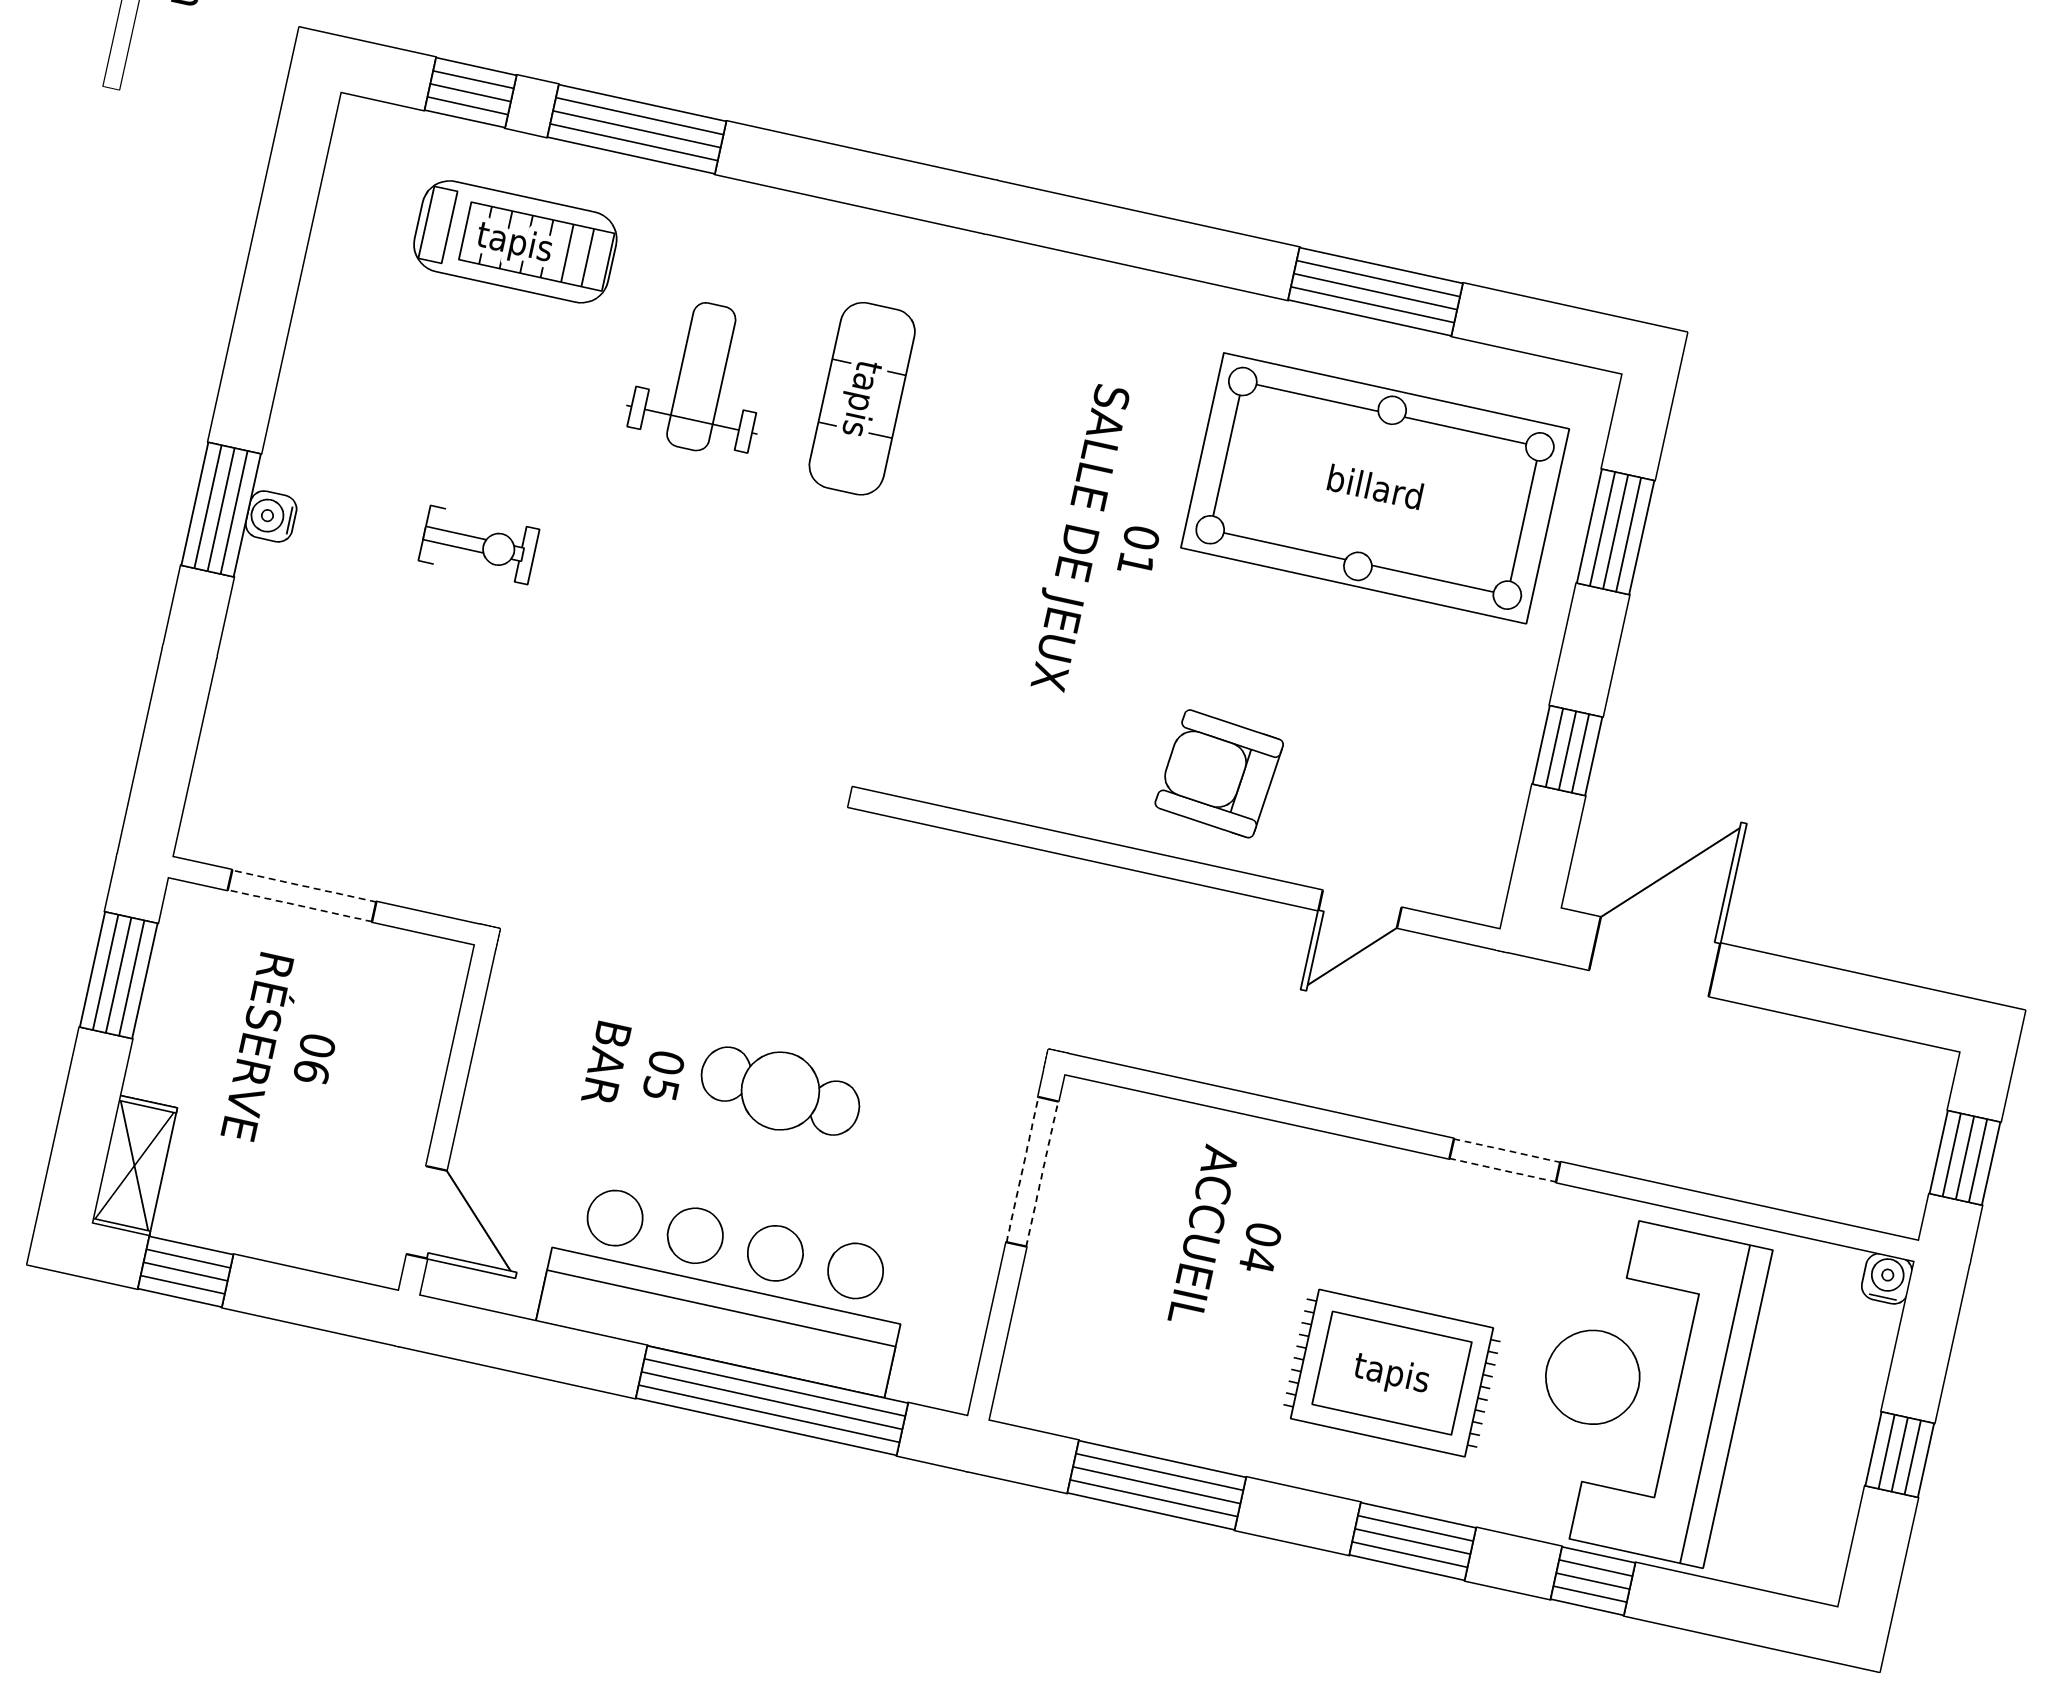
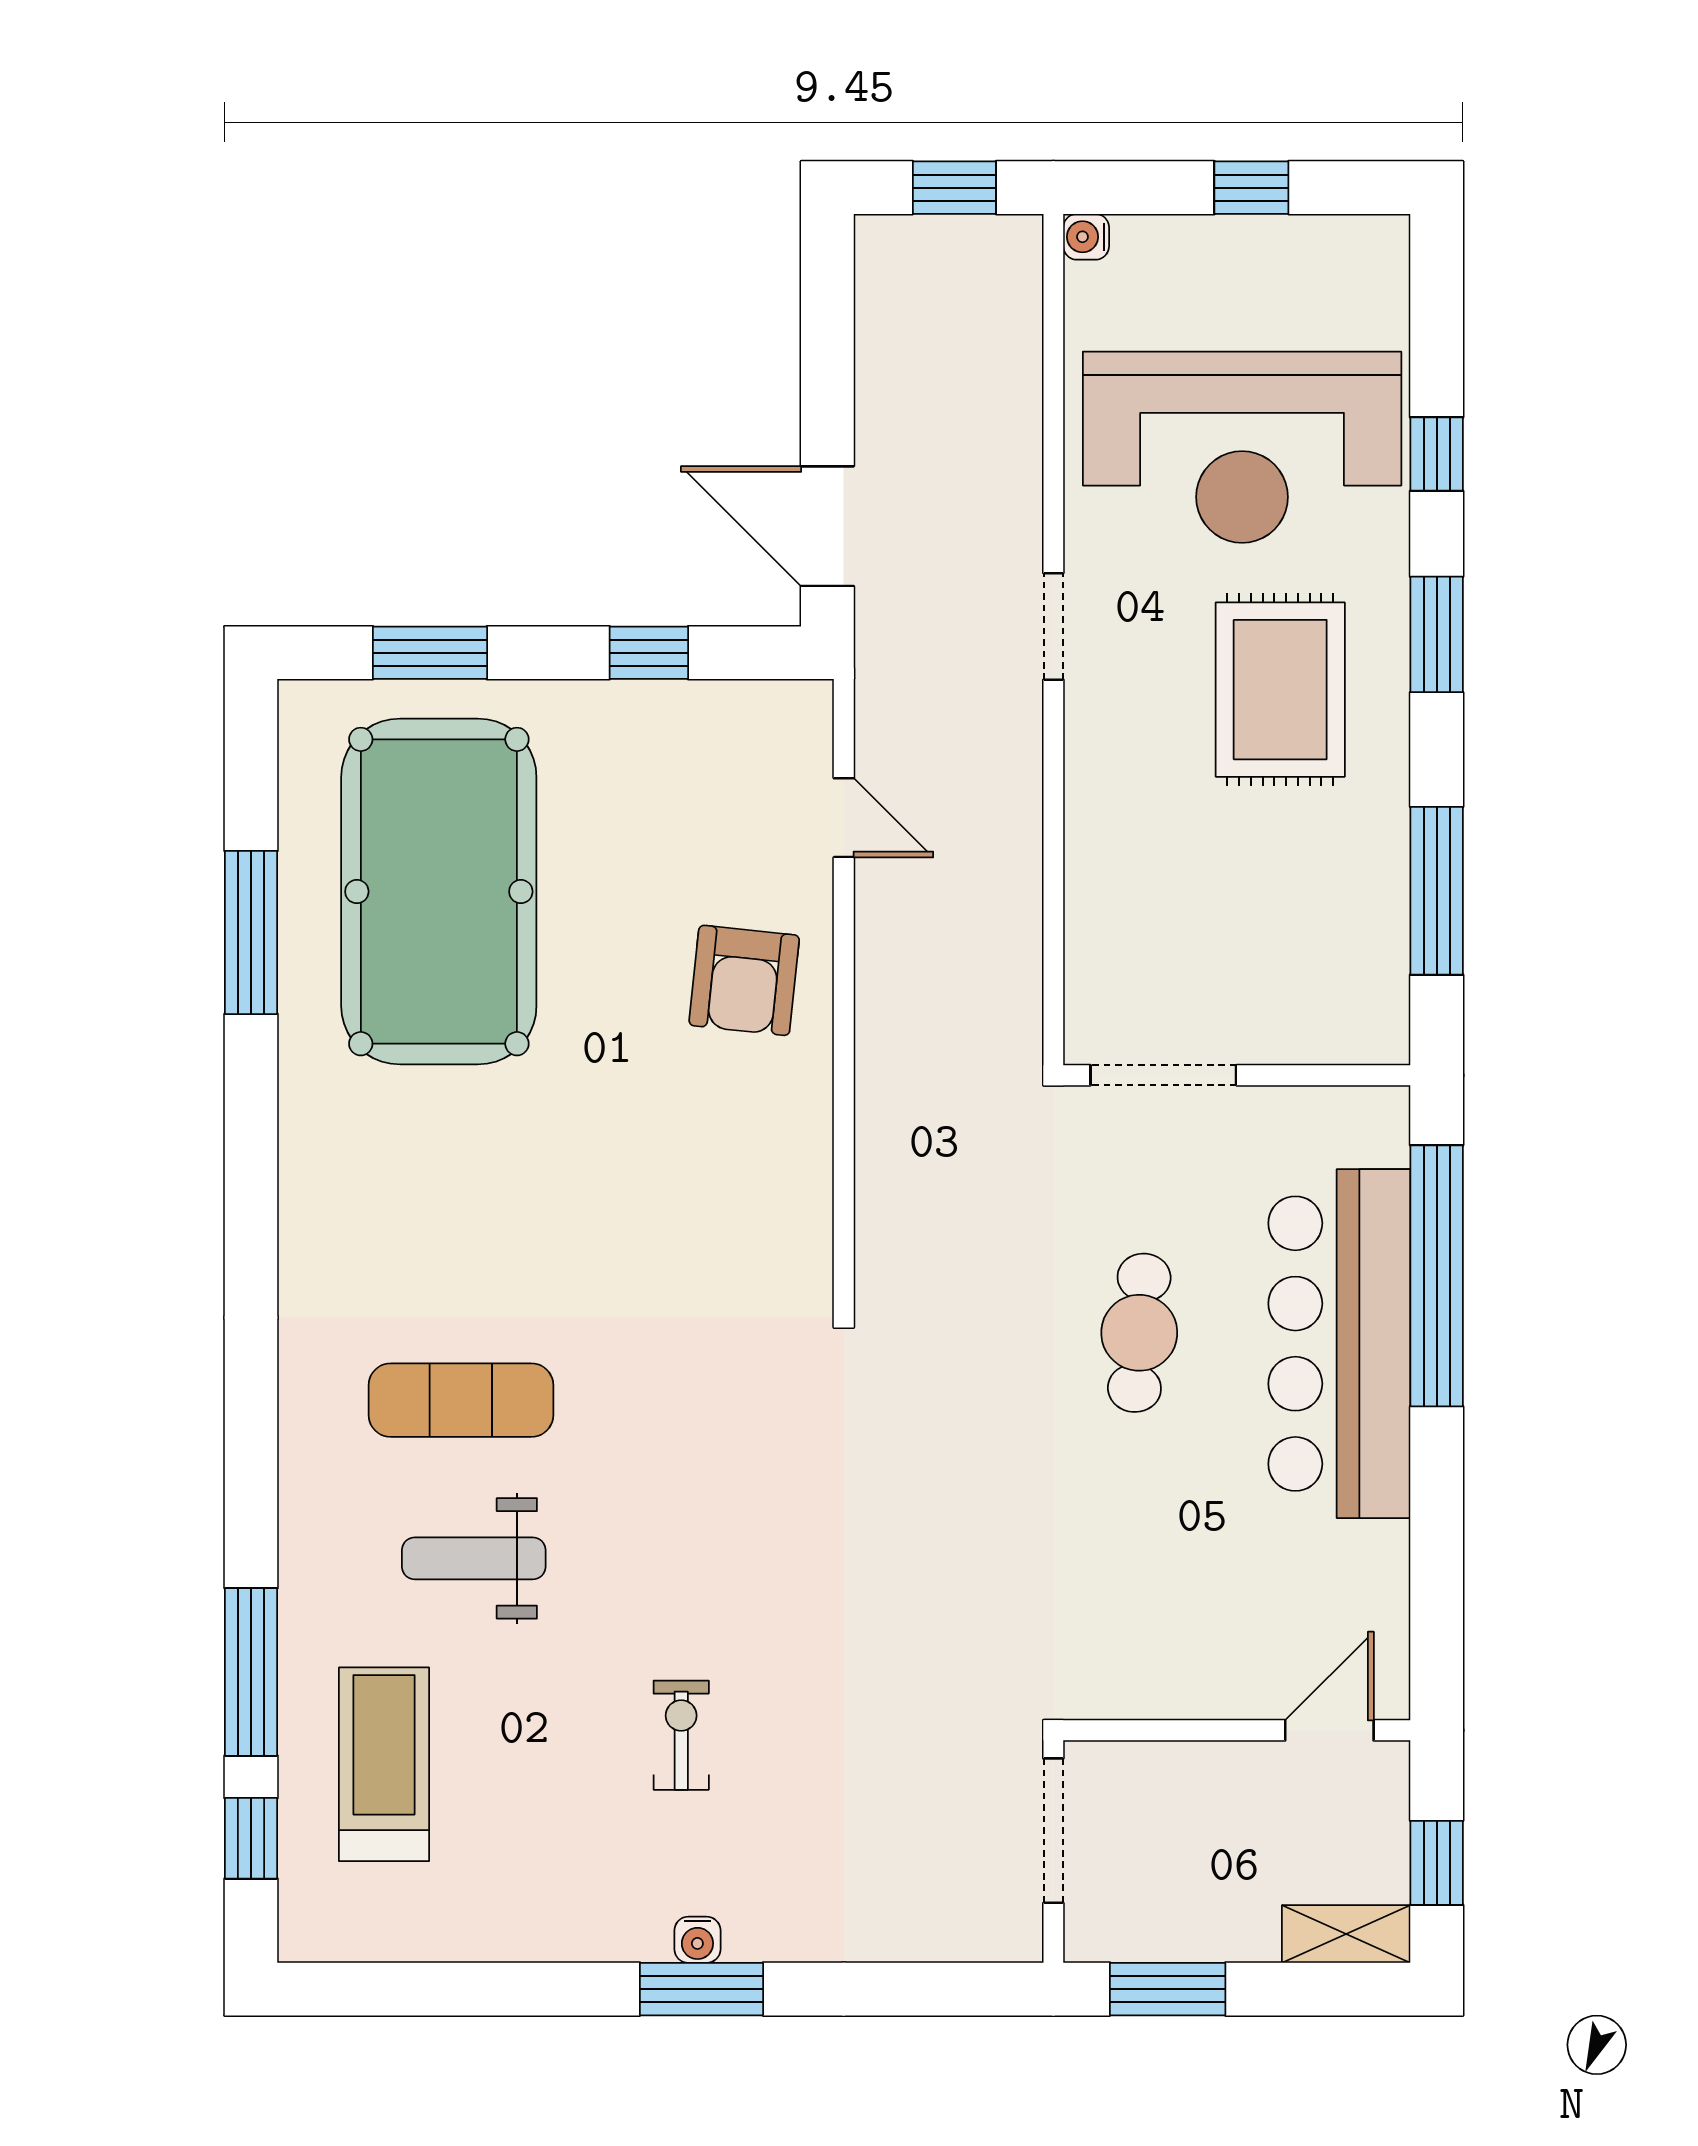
wall: (447, 1120) -> (1237, 1730), moved
door: (427, 1212) -> (1329, 1730), moved

